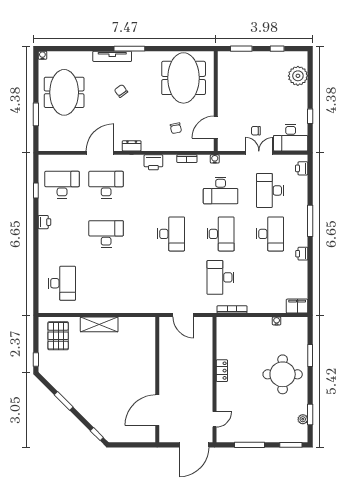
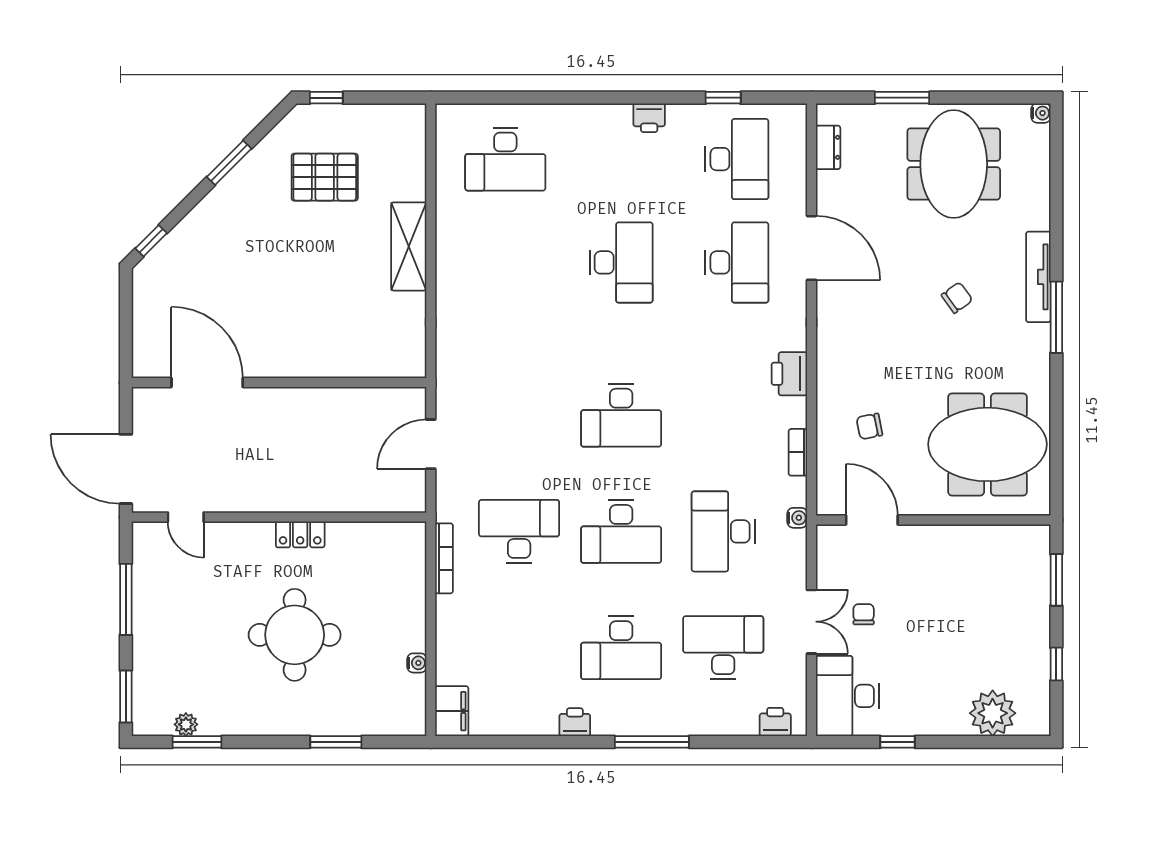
meeting table: (64, 92) -> (954, 164), turned 90
dresser: (132, 146) -> (828, 147), moved
pallet: (58, 336) -> (325, 177), moved
round table: (283, 374) -> (295, 635), moved

